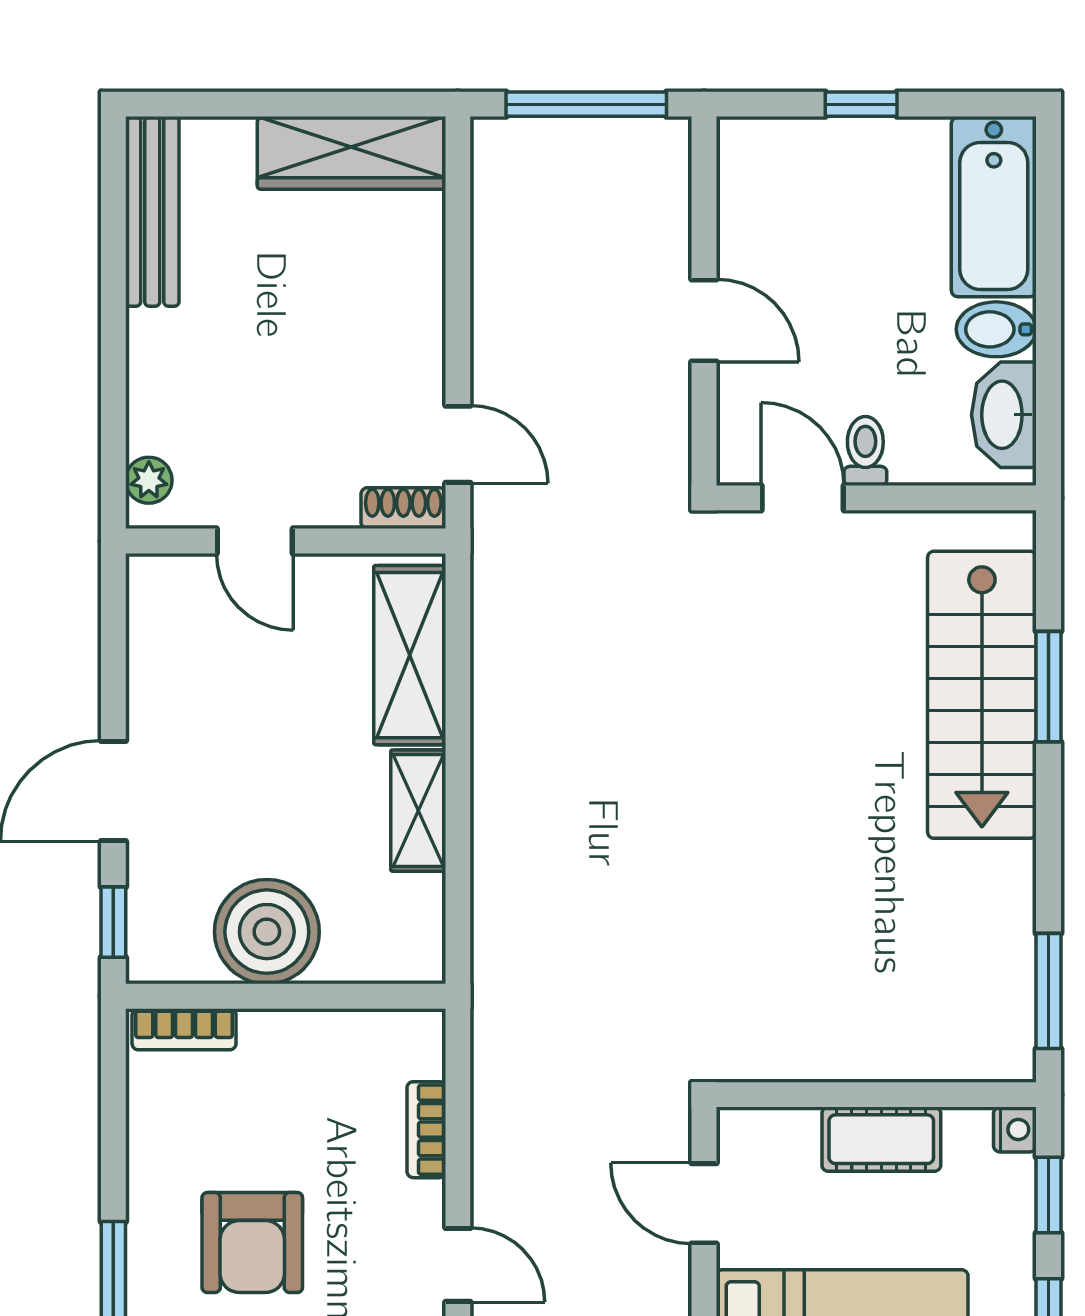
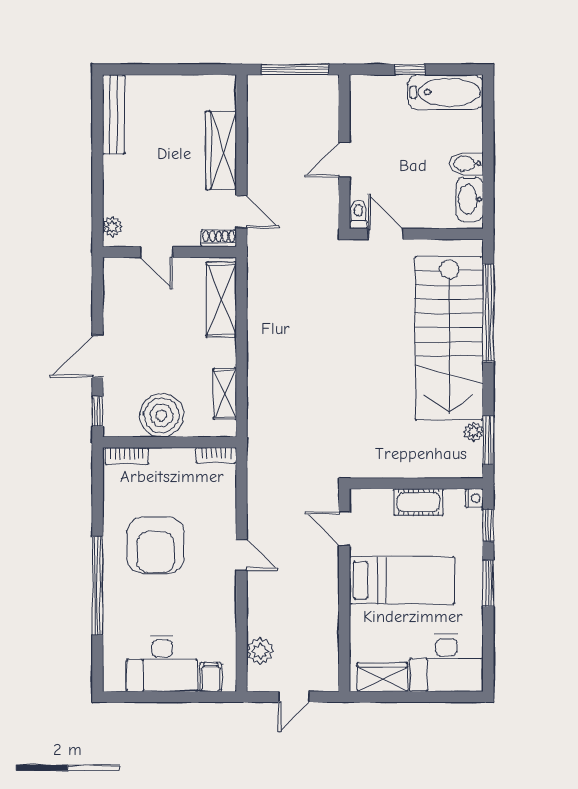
wardrobe: (351, 153) -> (221, 150), moved, turned 90
bathtub: (994, 207) -> (446, 92), moved, turned -90
door: (704, 320) -> (344, 160), swing flipped
toilet: (865, 451) -> (358, 214), moved
window: (1048, 687) -> (488, 313), width x2.11
stairs: (982, 695) -> (449, 338), width x1.36, depth x1.51
shelving: (418, 811) -> (225, 394), moved
plant: (1013, 971) -> (474, 432), added
bookcase: (426, 1130) -> (216, 455), moved, turned -90
armchair: (252, 1242) -> (156, 545), width x1.36, depth x1.36

